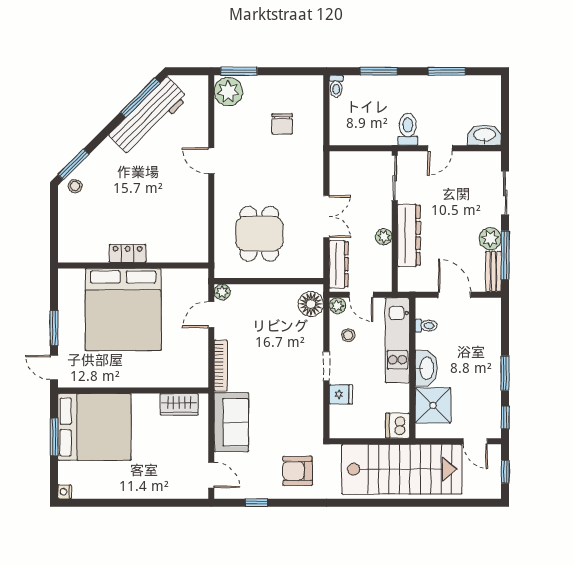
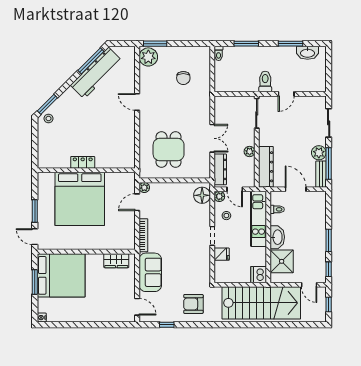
washbasin: (484, 135) -> (308, 53), moved, turned 180
dresser: (409, 235) -> (266, 167), moved

